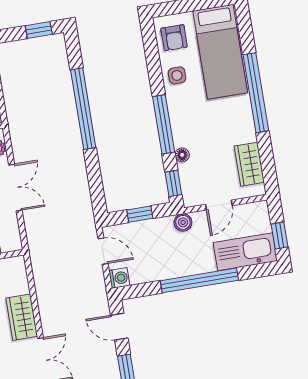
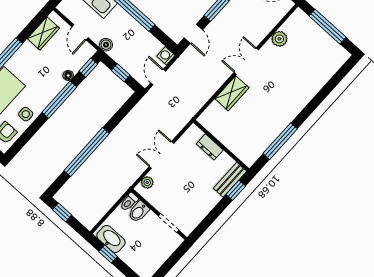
door: (219, 205) -> (80, 32), swing flipped

